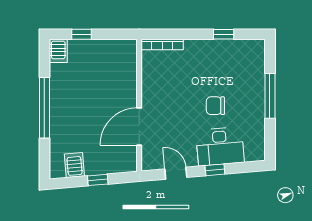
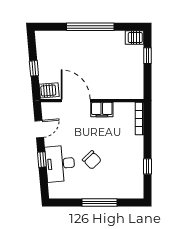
filing cabinet: (151, 93) -> (102, 109), added
chair: (215, 106) -> (92, 160), turned 136
server rack: (74, 165) -> (49, 90), moved

